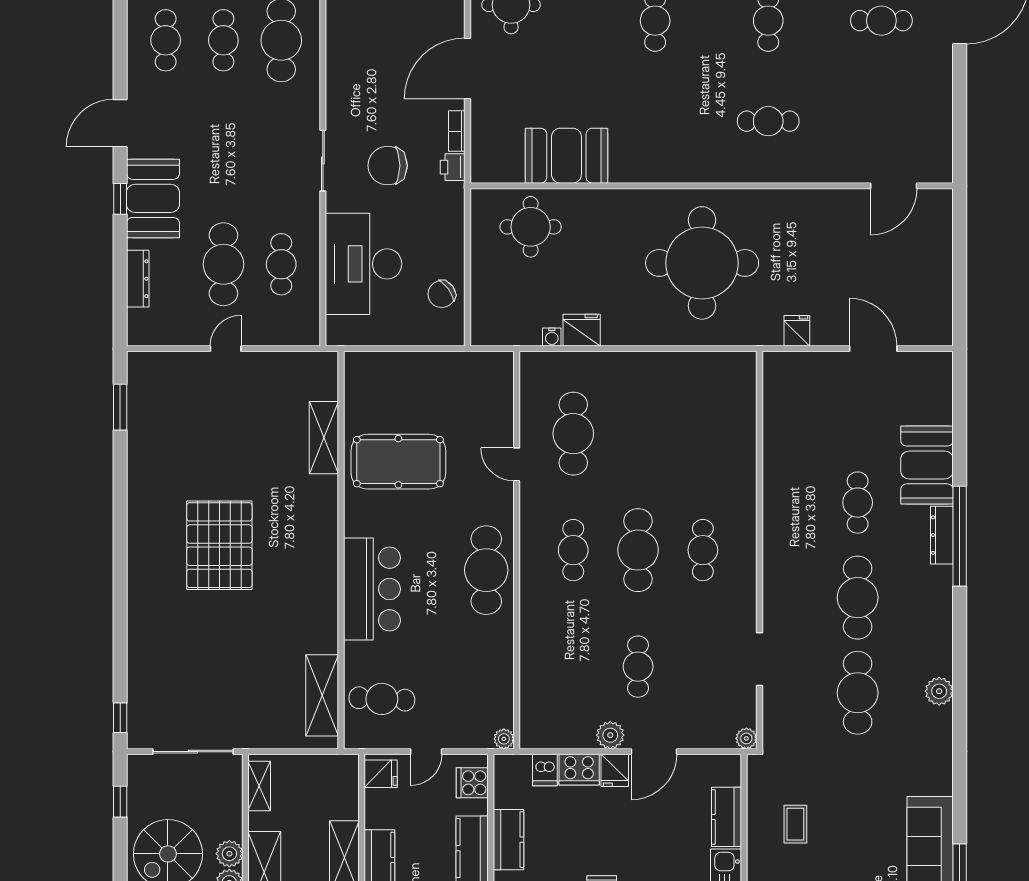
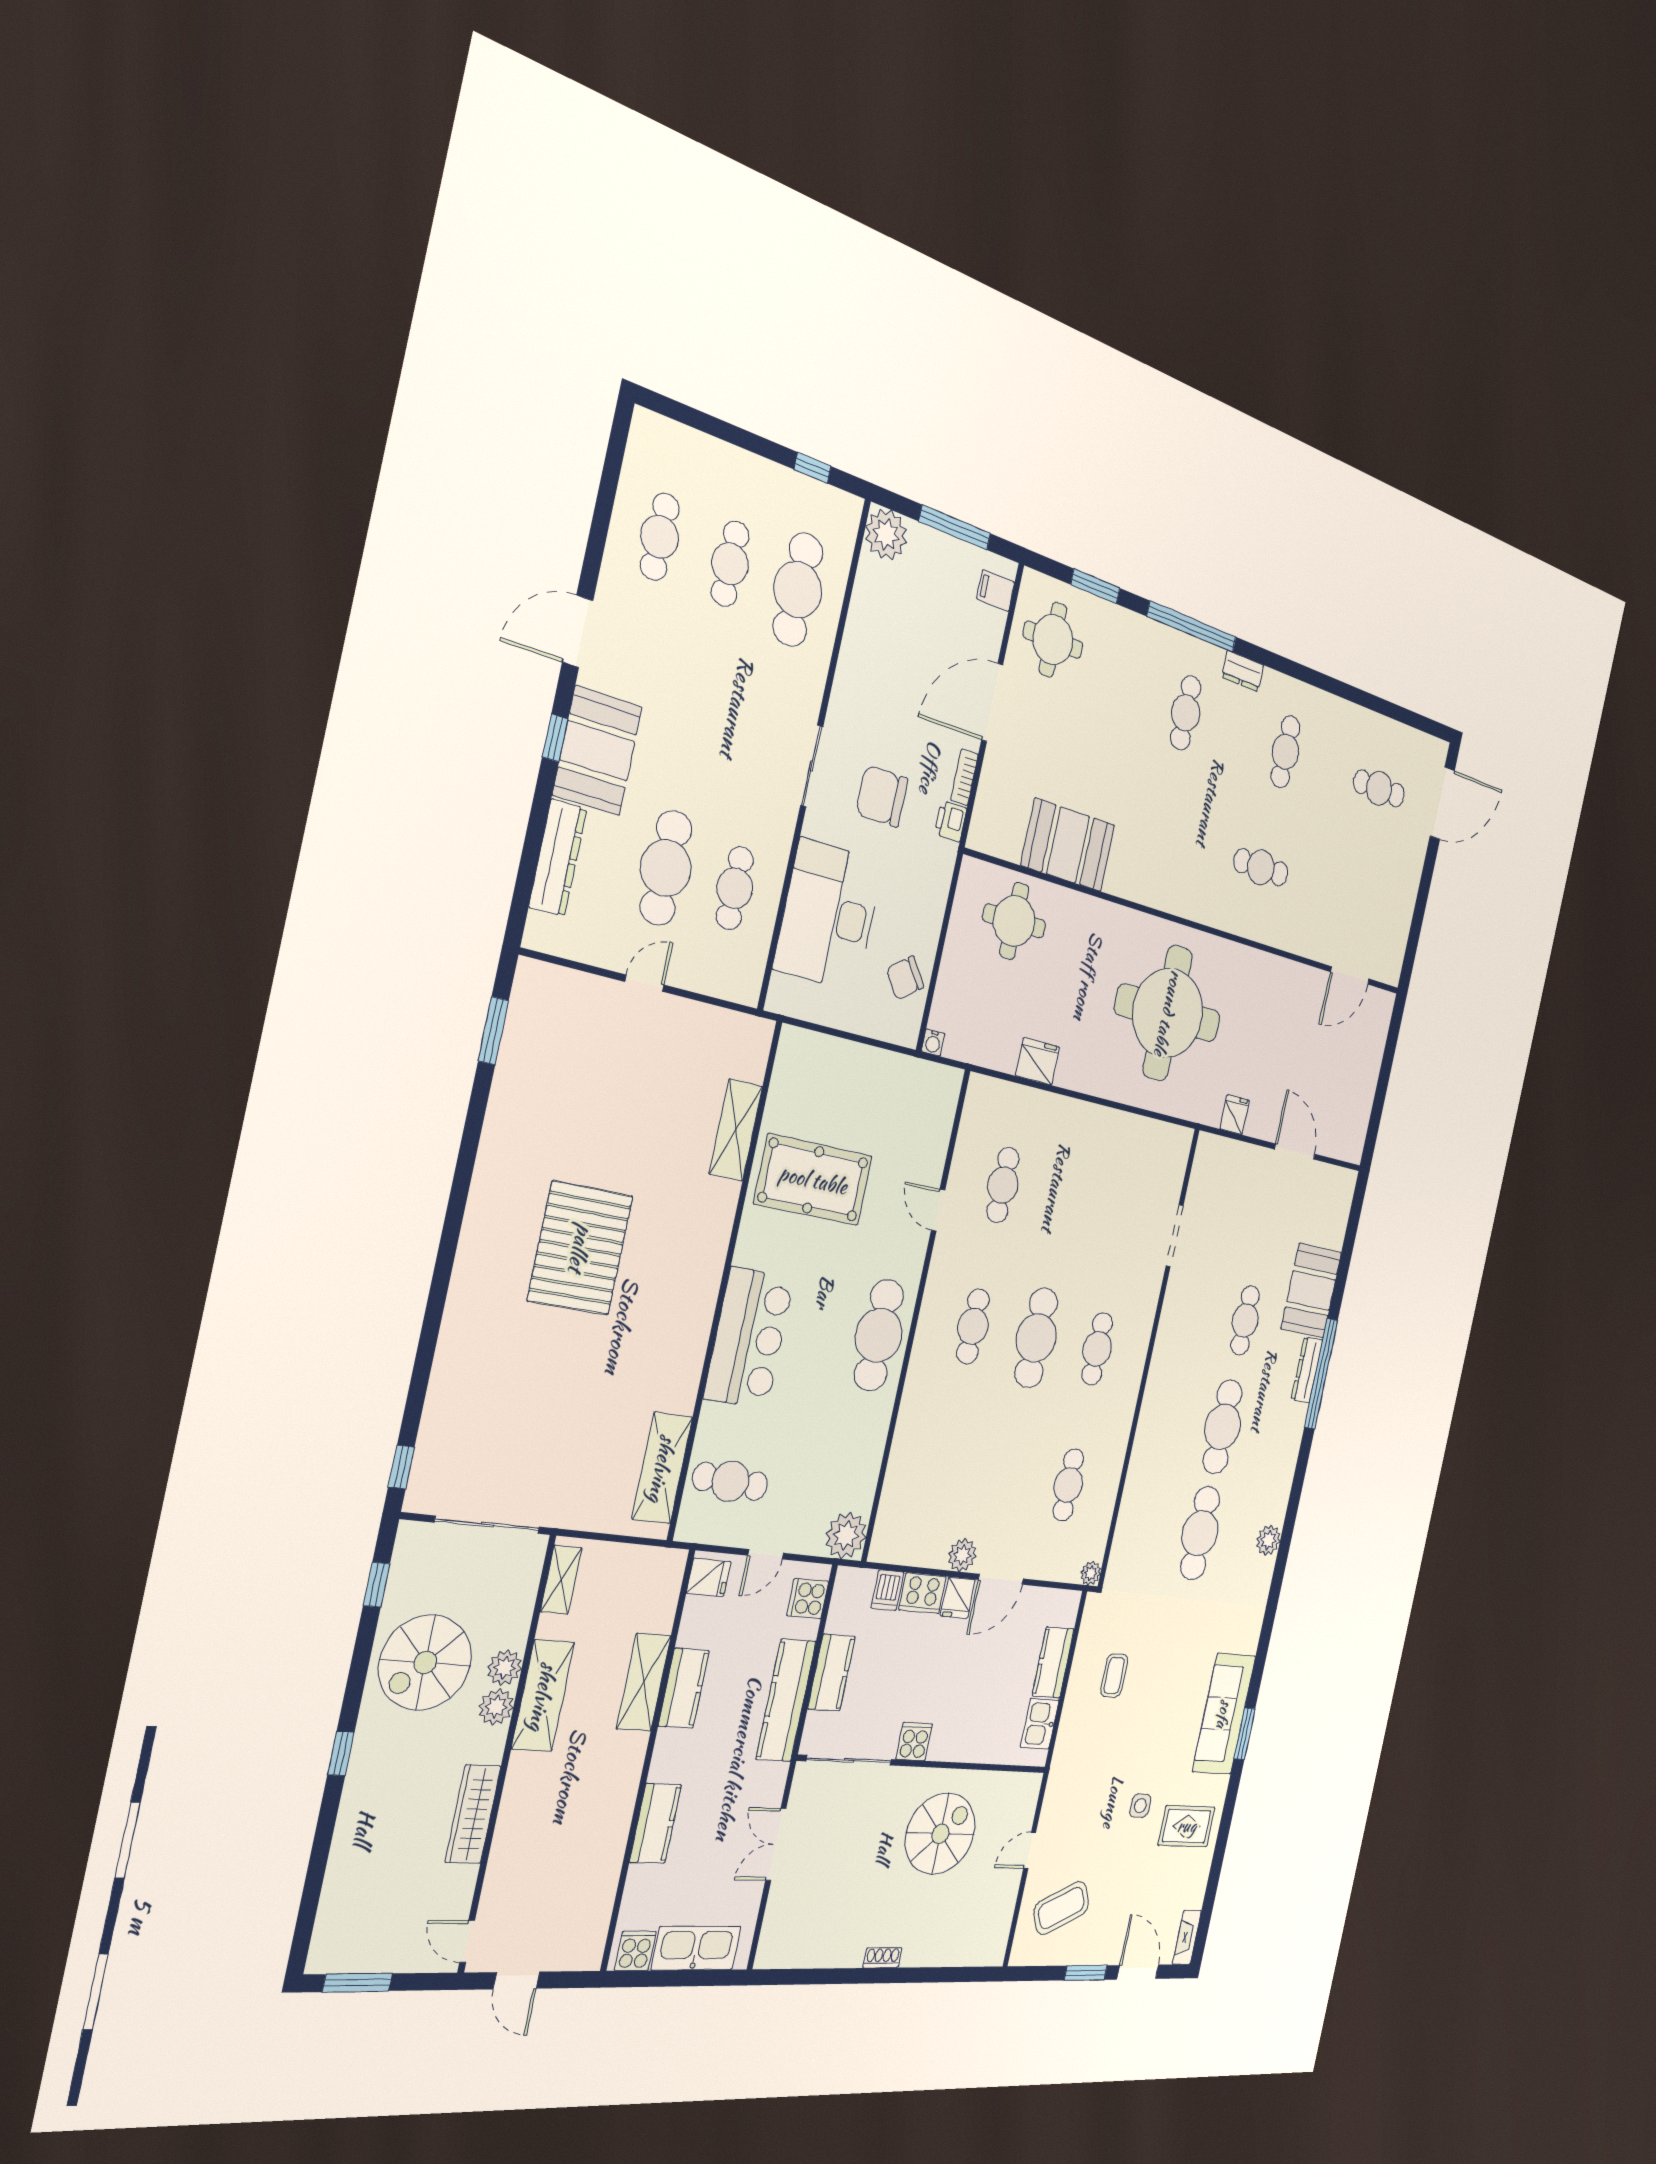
dresser: (138, 279) -> (558, 858), width x1.37, depth x1.24
water cooler: (552, 337) -> (933, 1043), moved
cafe table: (573, 434) -> (1003, 1185), width x0.73, depth x0.74
doorway: (759, 659) -> (1175, 1236), moved
cafe table: (638, 667) -> (1068, 1485), moved
plant: (504, 739) -> (846, 1535), width x1.87, depth x1.87

